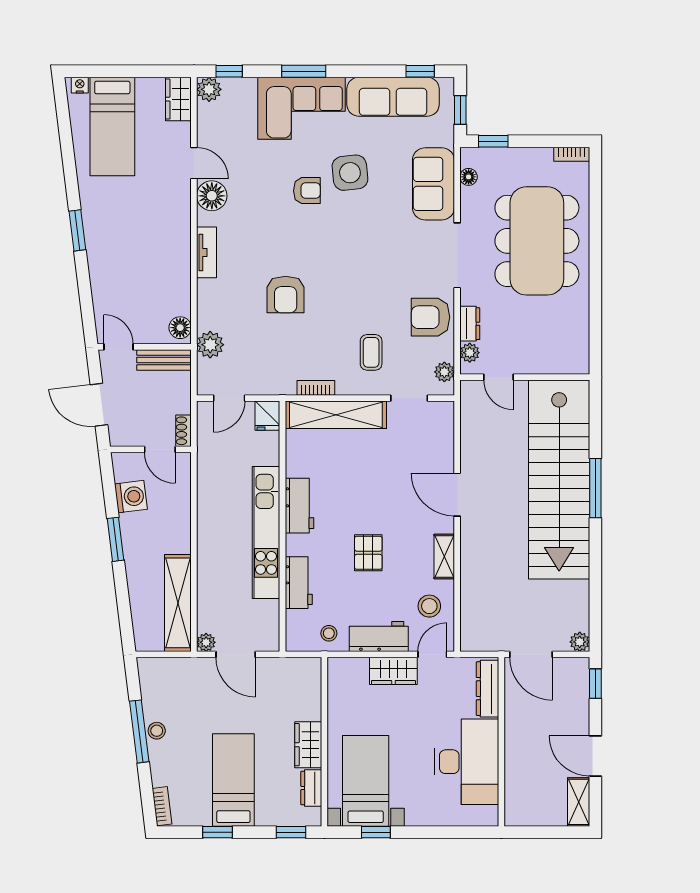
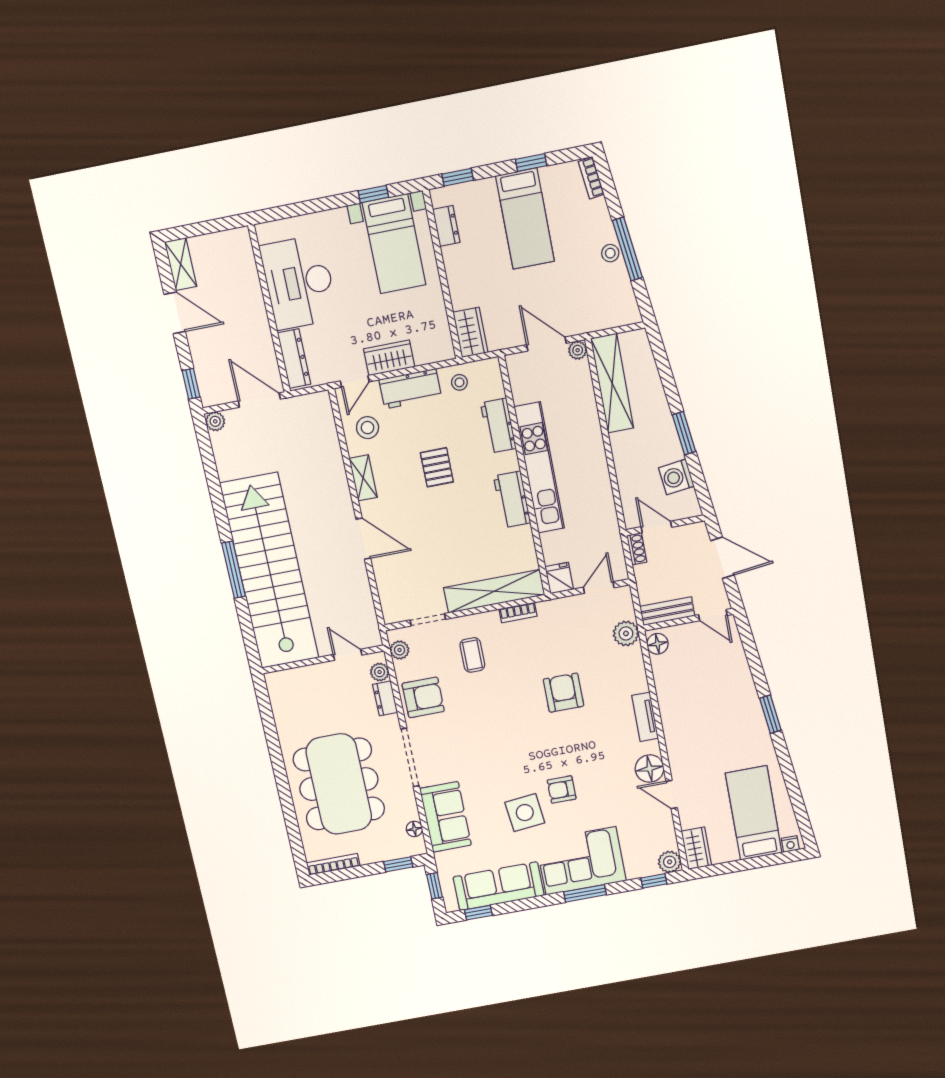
bookcase: (572, 154) -> (333, 864), width x1.56
wardrobe: (308, 745) -> (470, 332), moved

